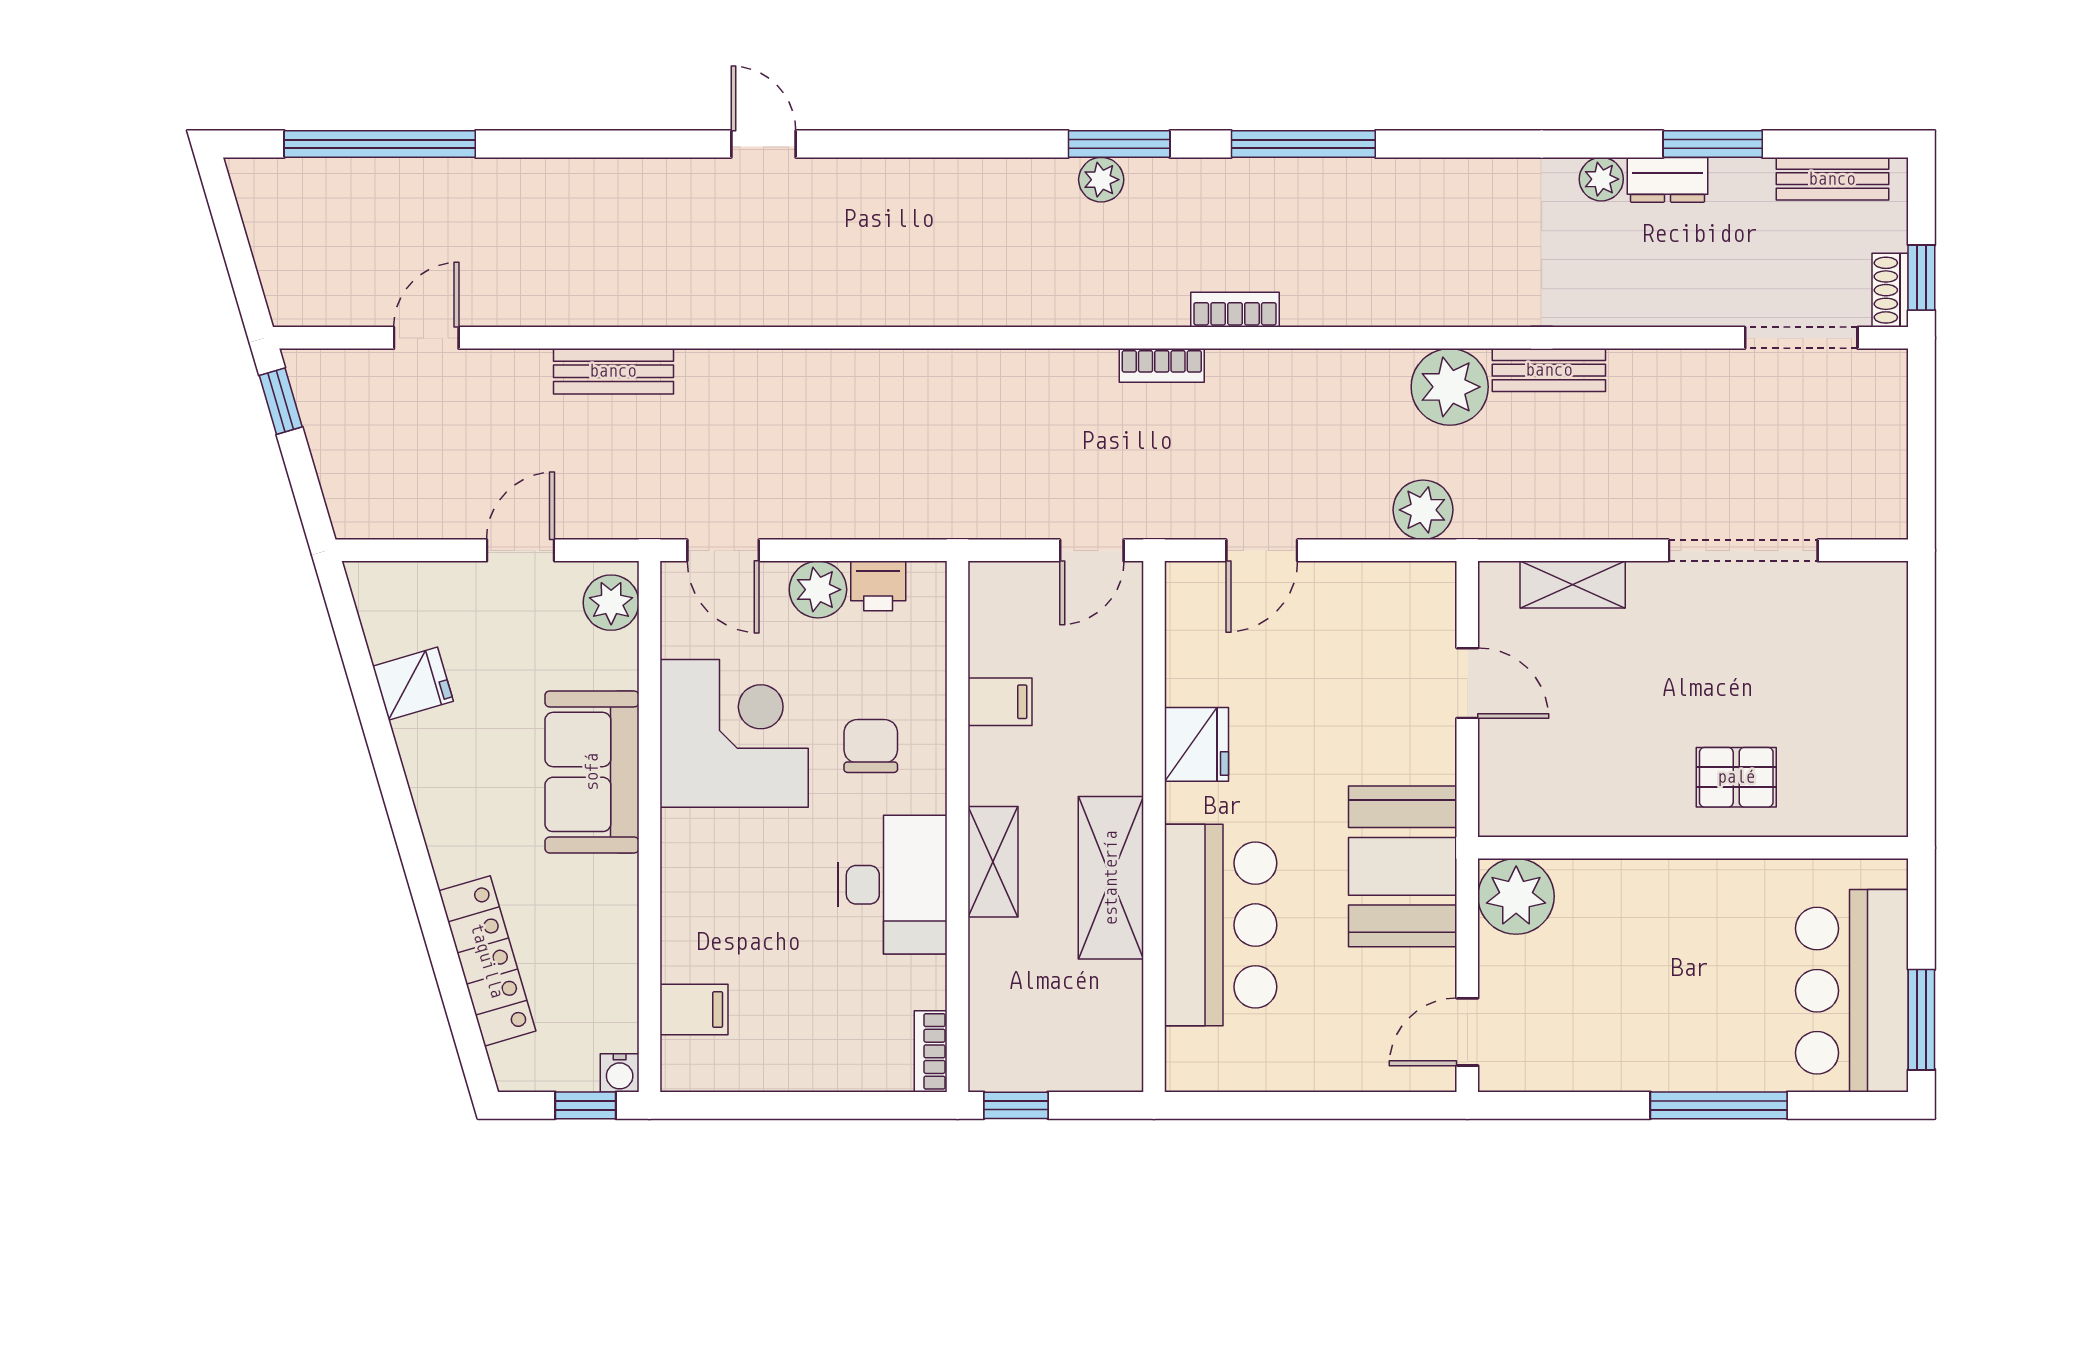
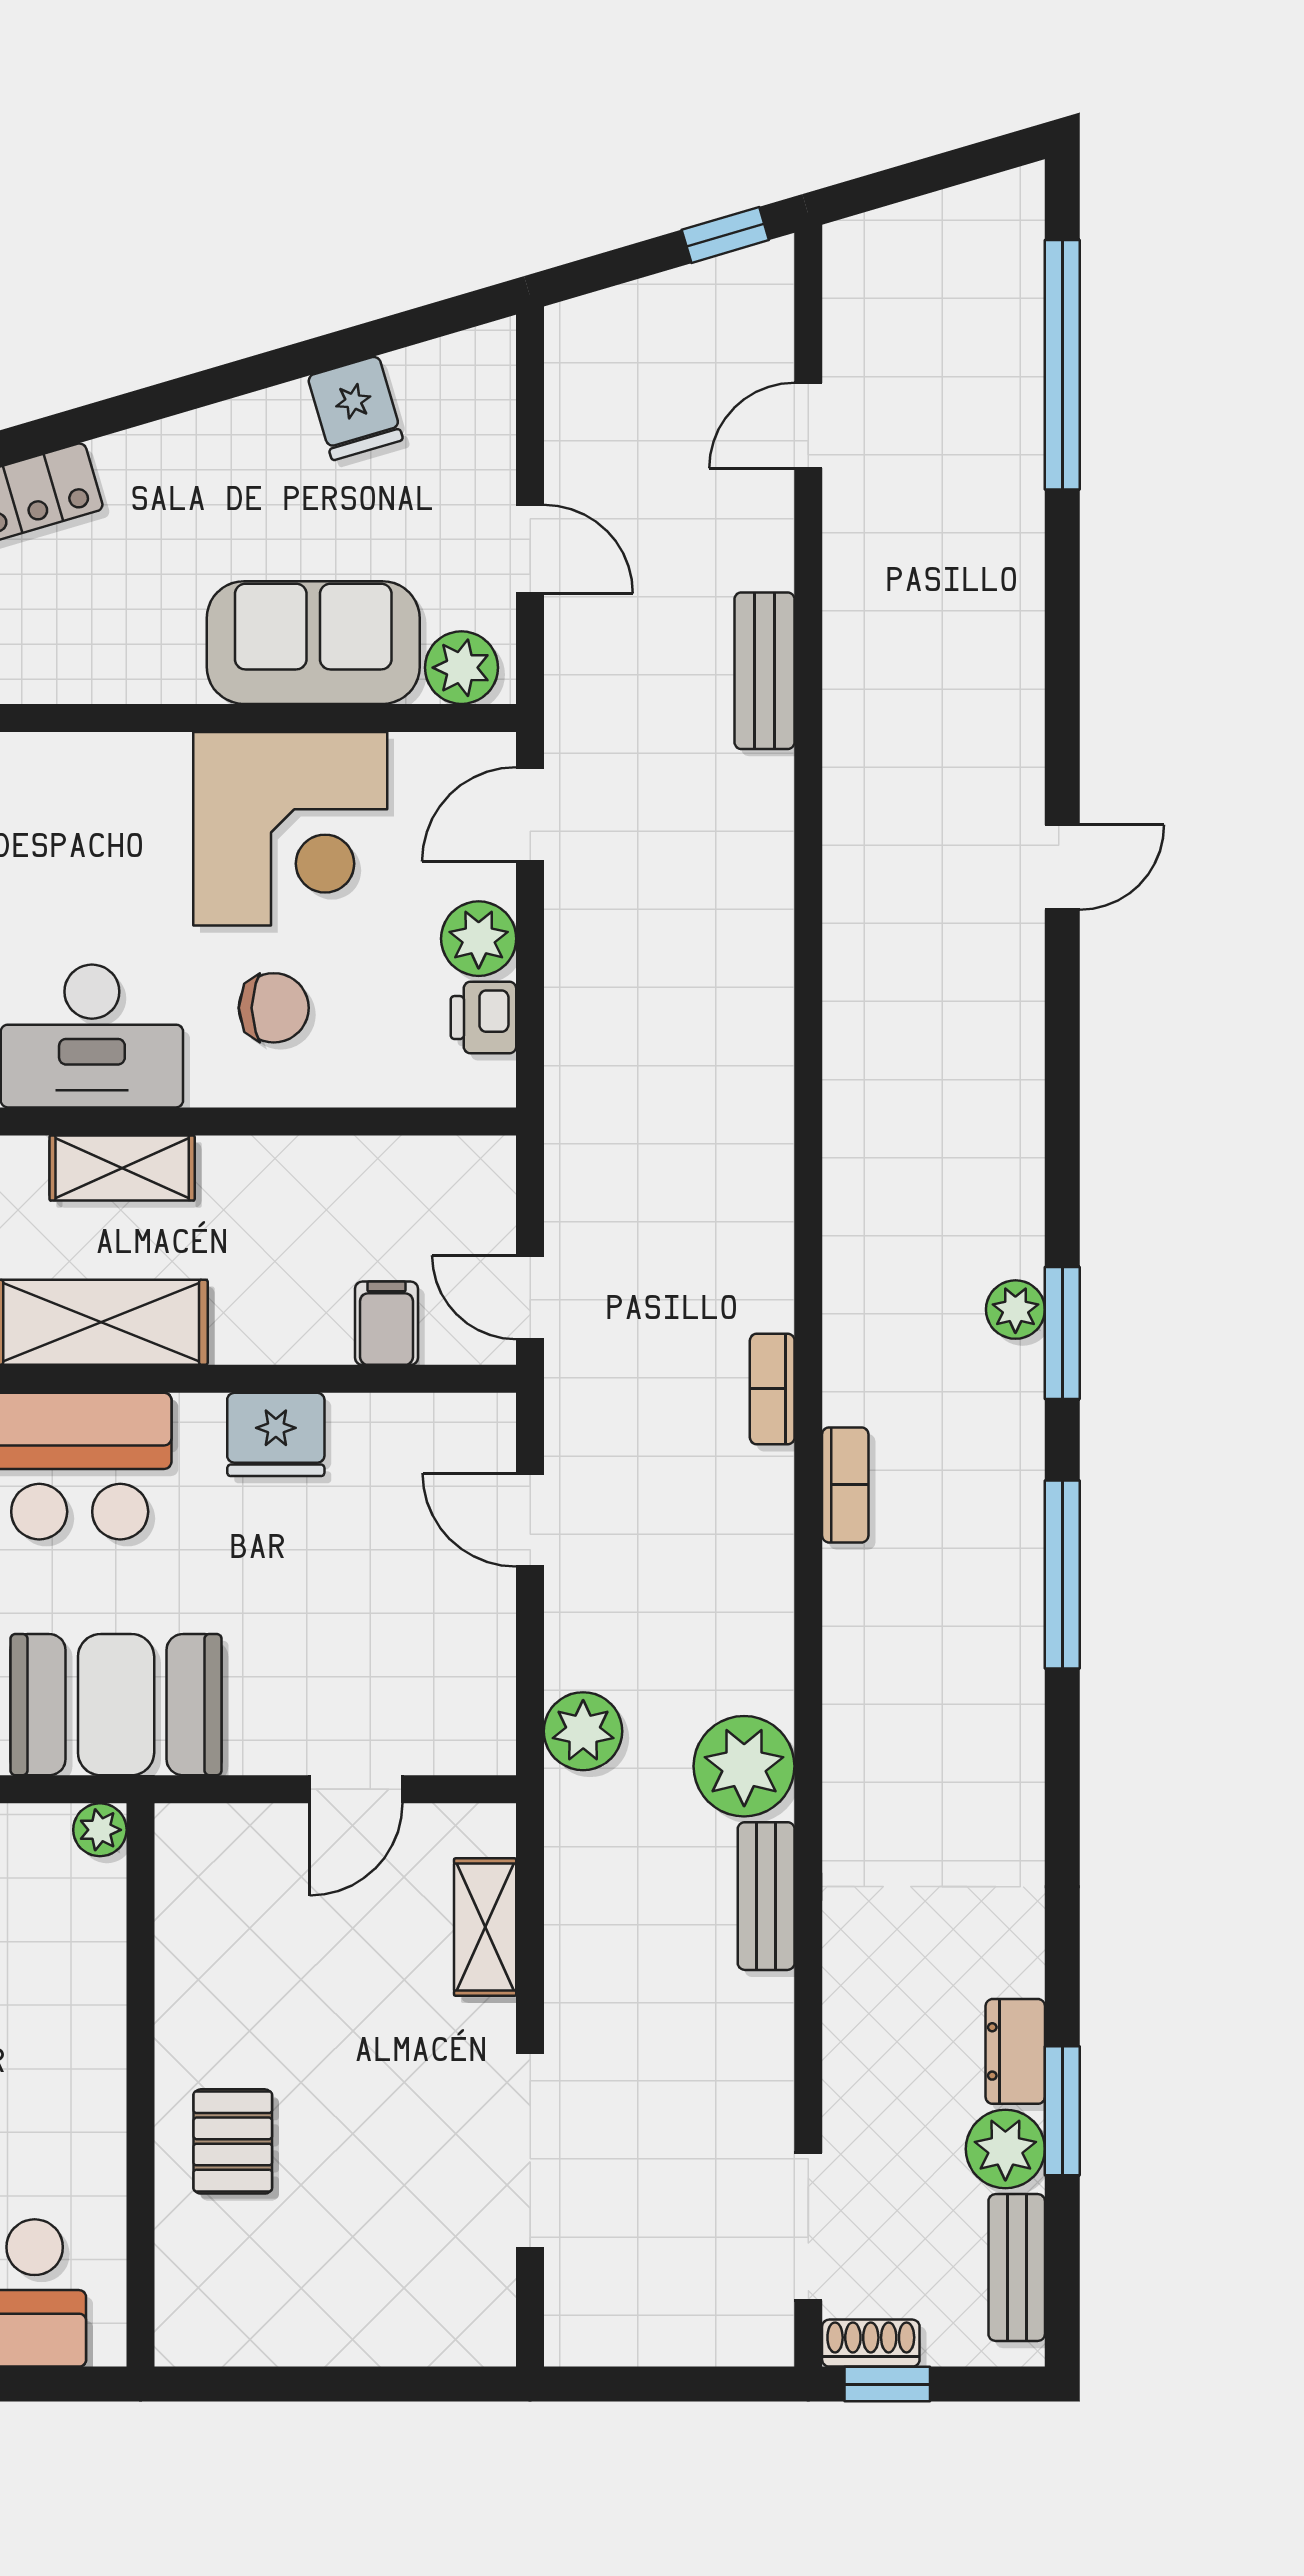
plant: (1601, 179) -> (1005, 2149), moved, width x1.38, depth x1.38
door: (426, 338) -> (808, 426), swing flipped
filing cabinet: (1000, 702) -> (386, 1323), moved, turned 180
sofa: (592, 772) -> (313, 643), moved
plant: (1516, 896) -> (100, 1830), width x0.53, depth x0.53

